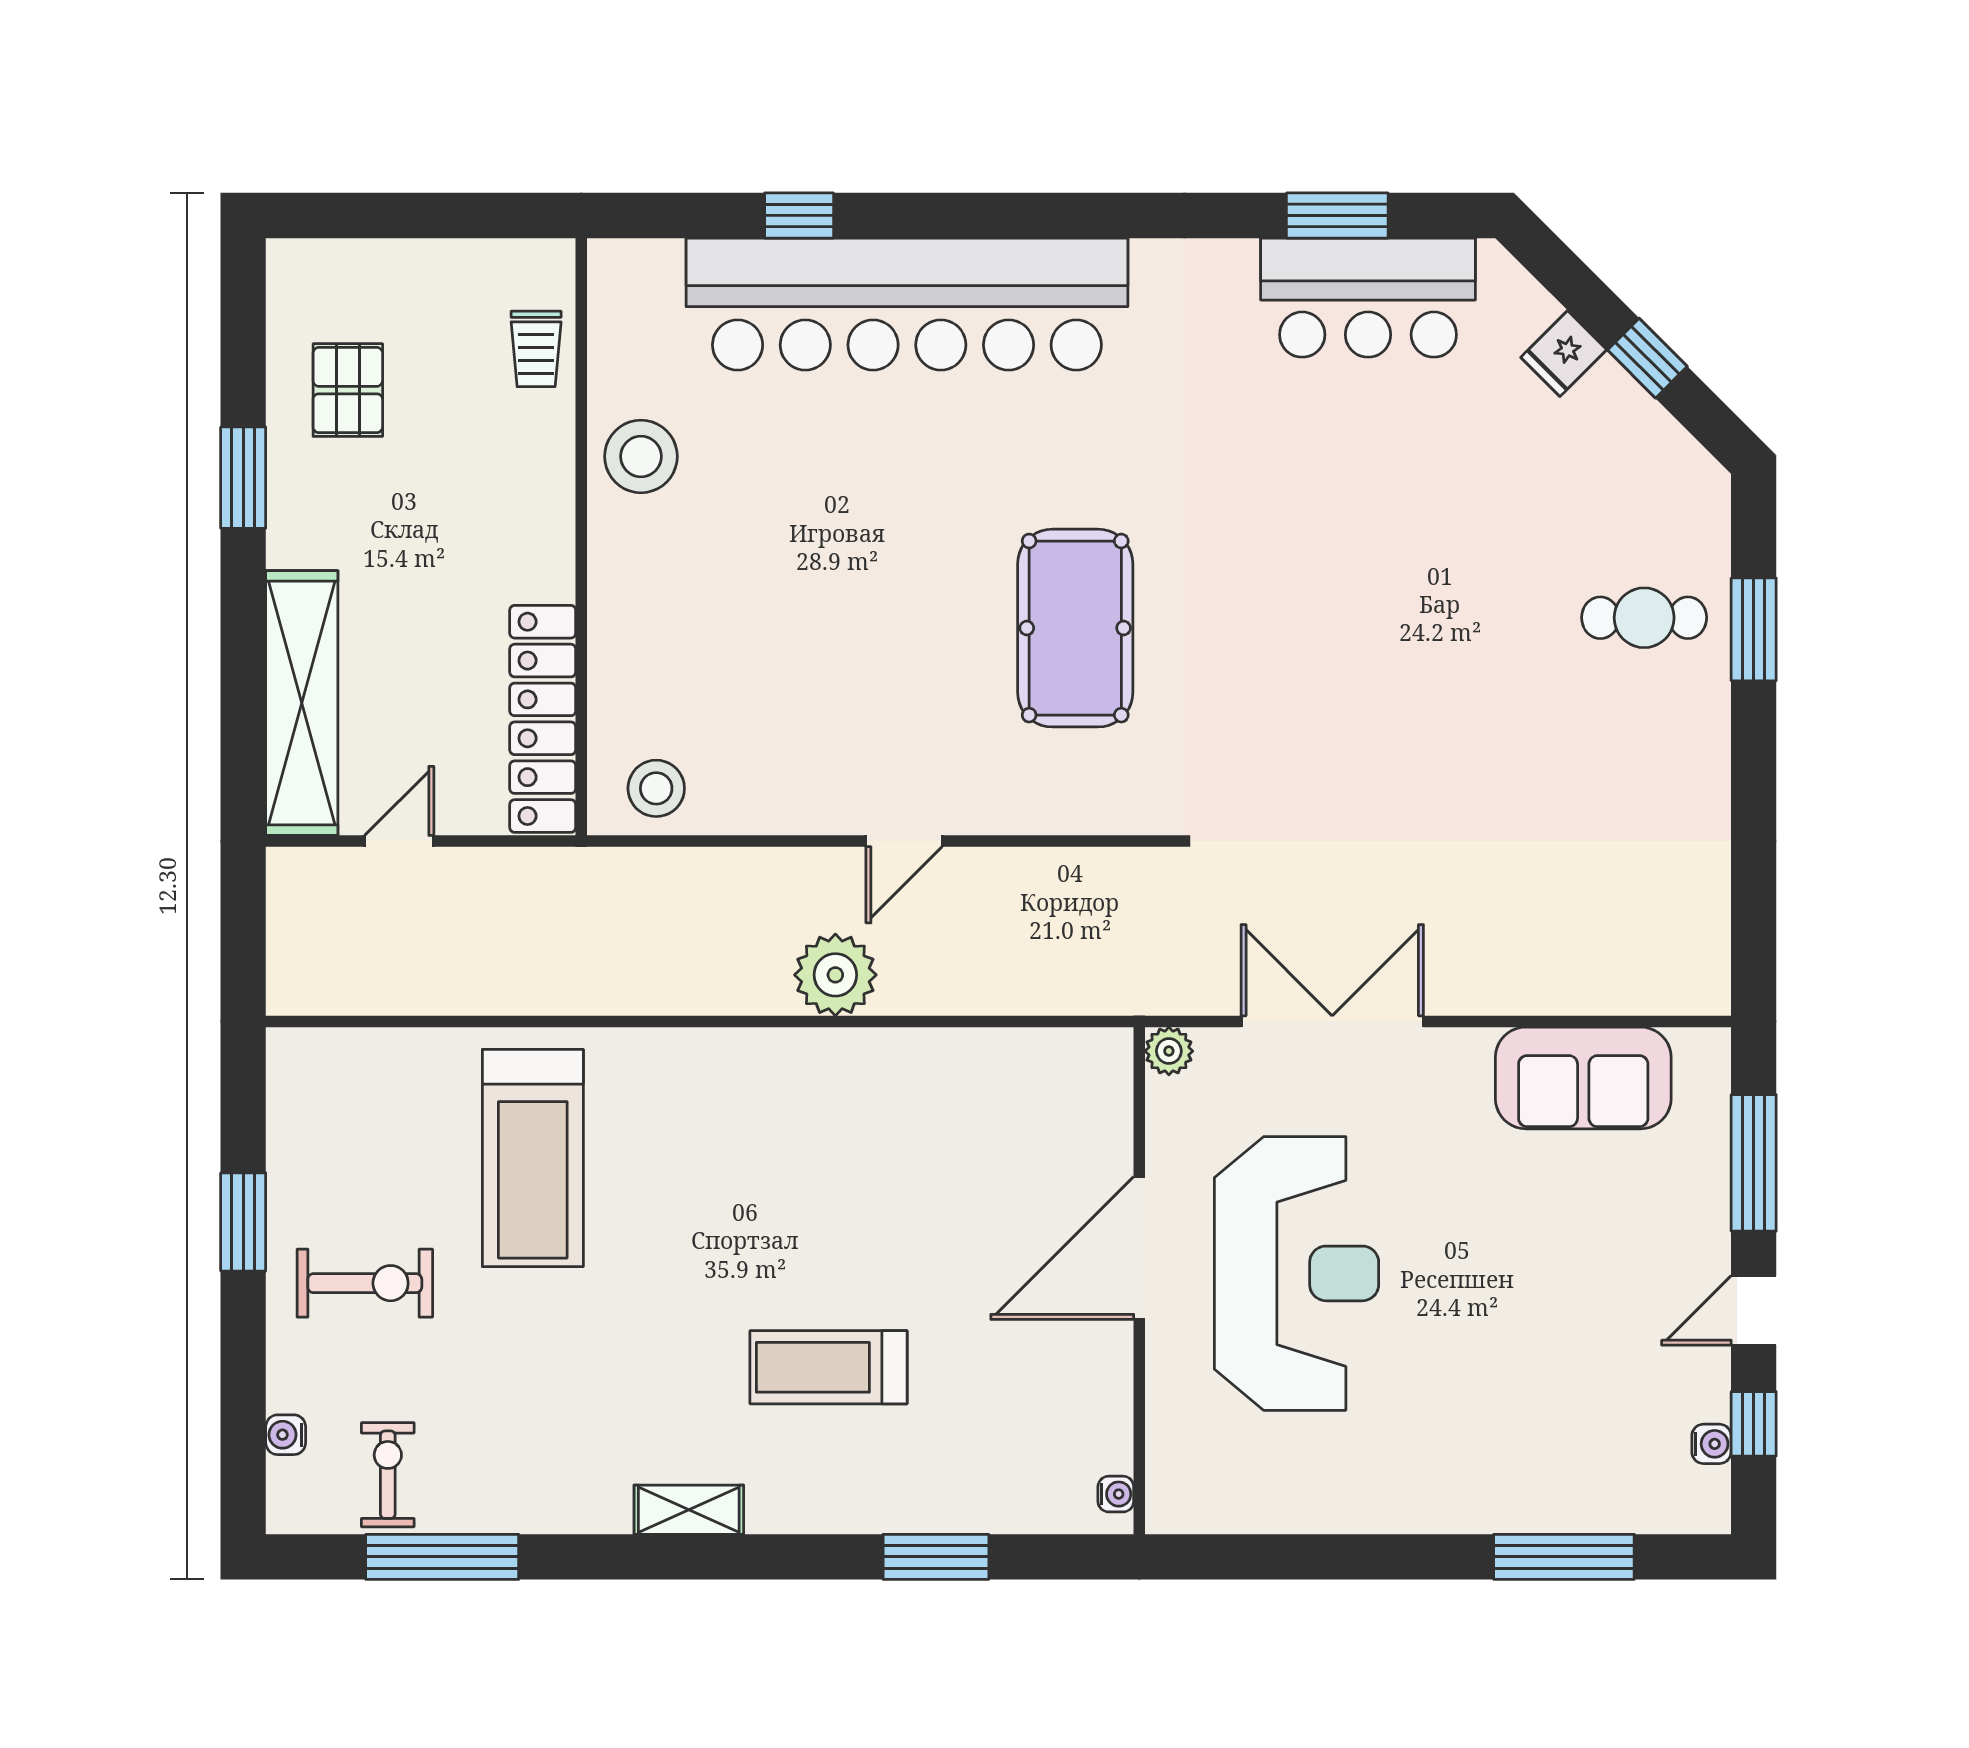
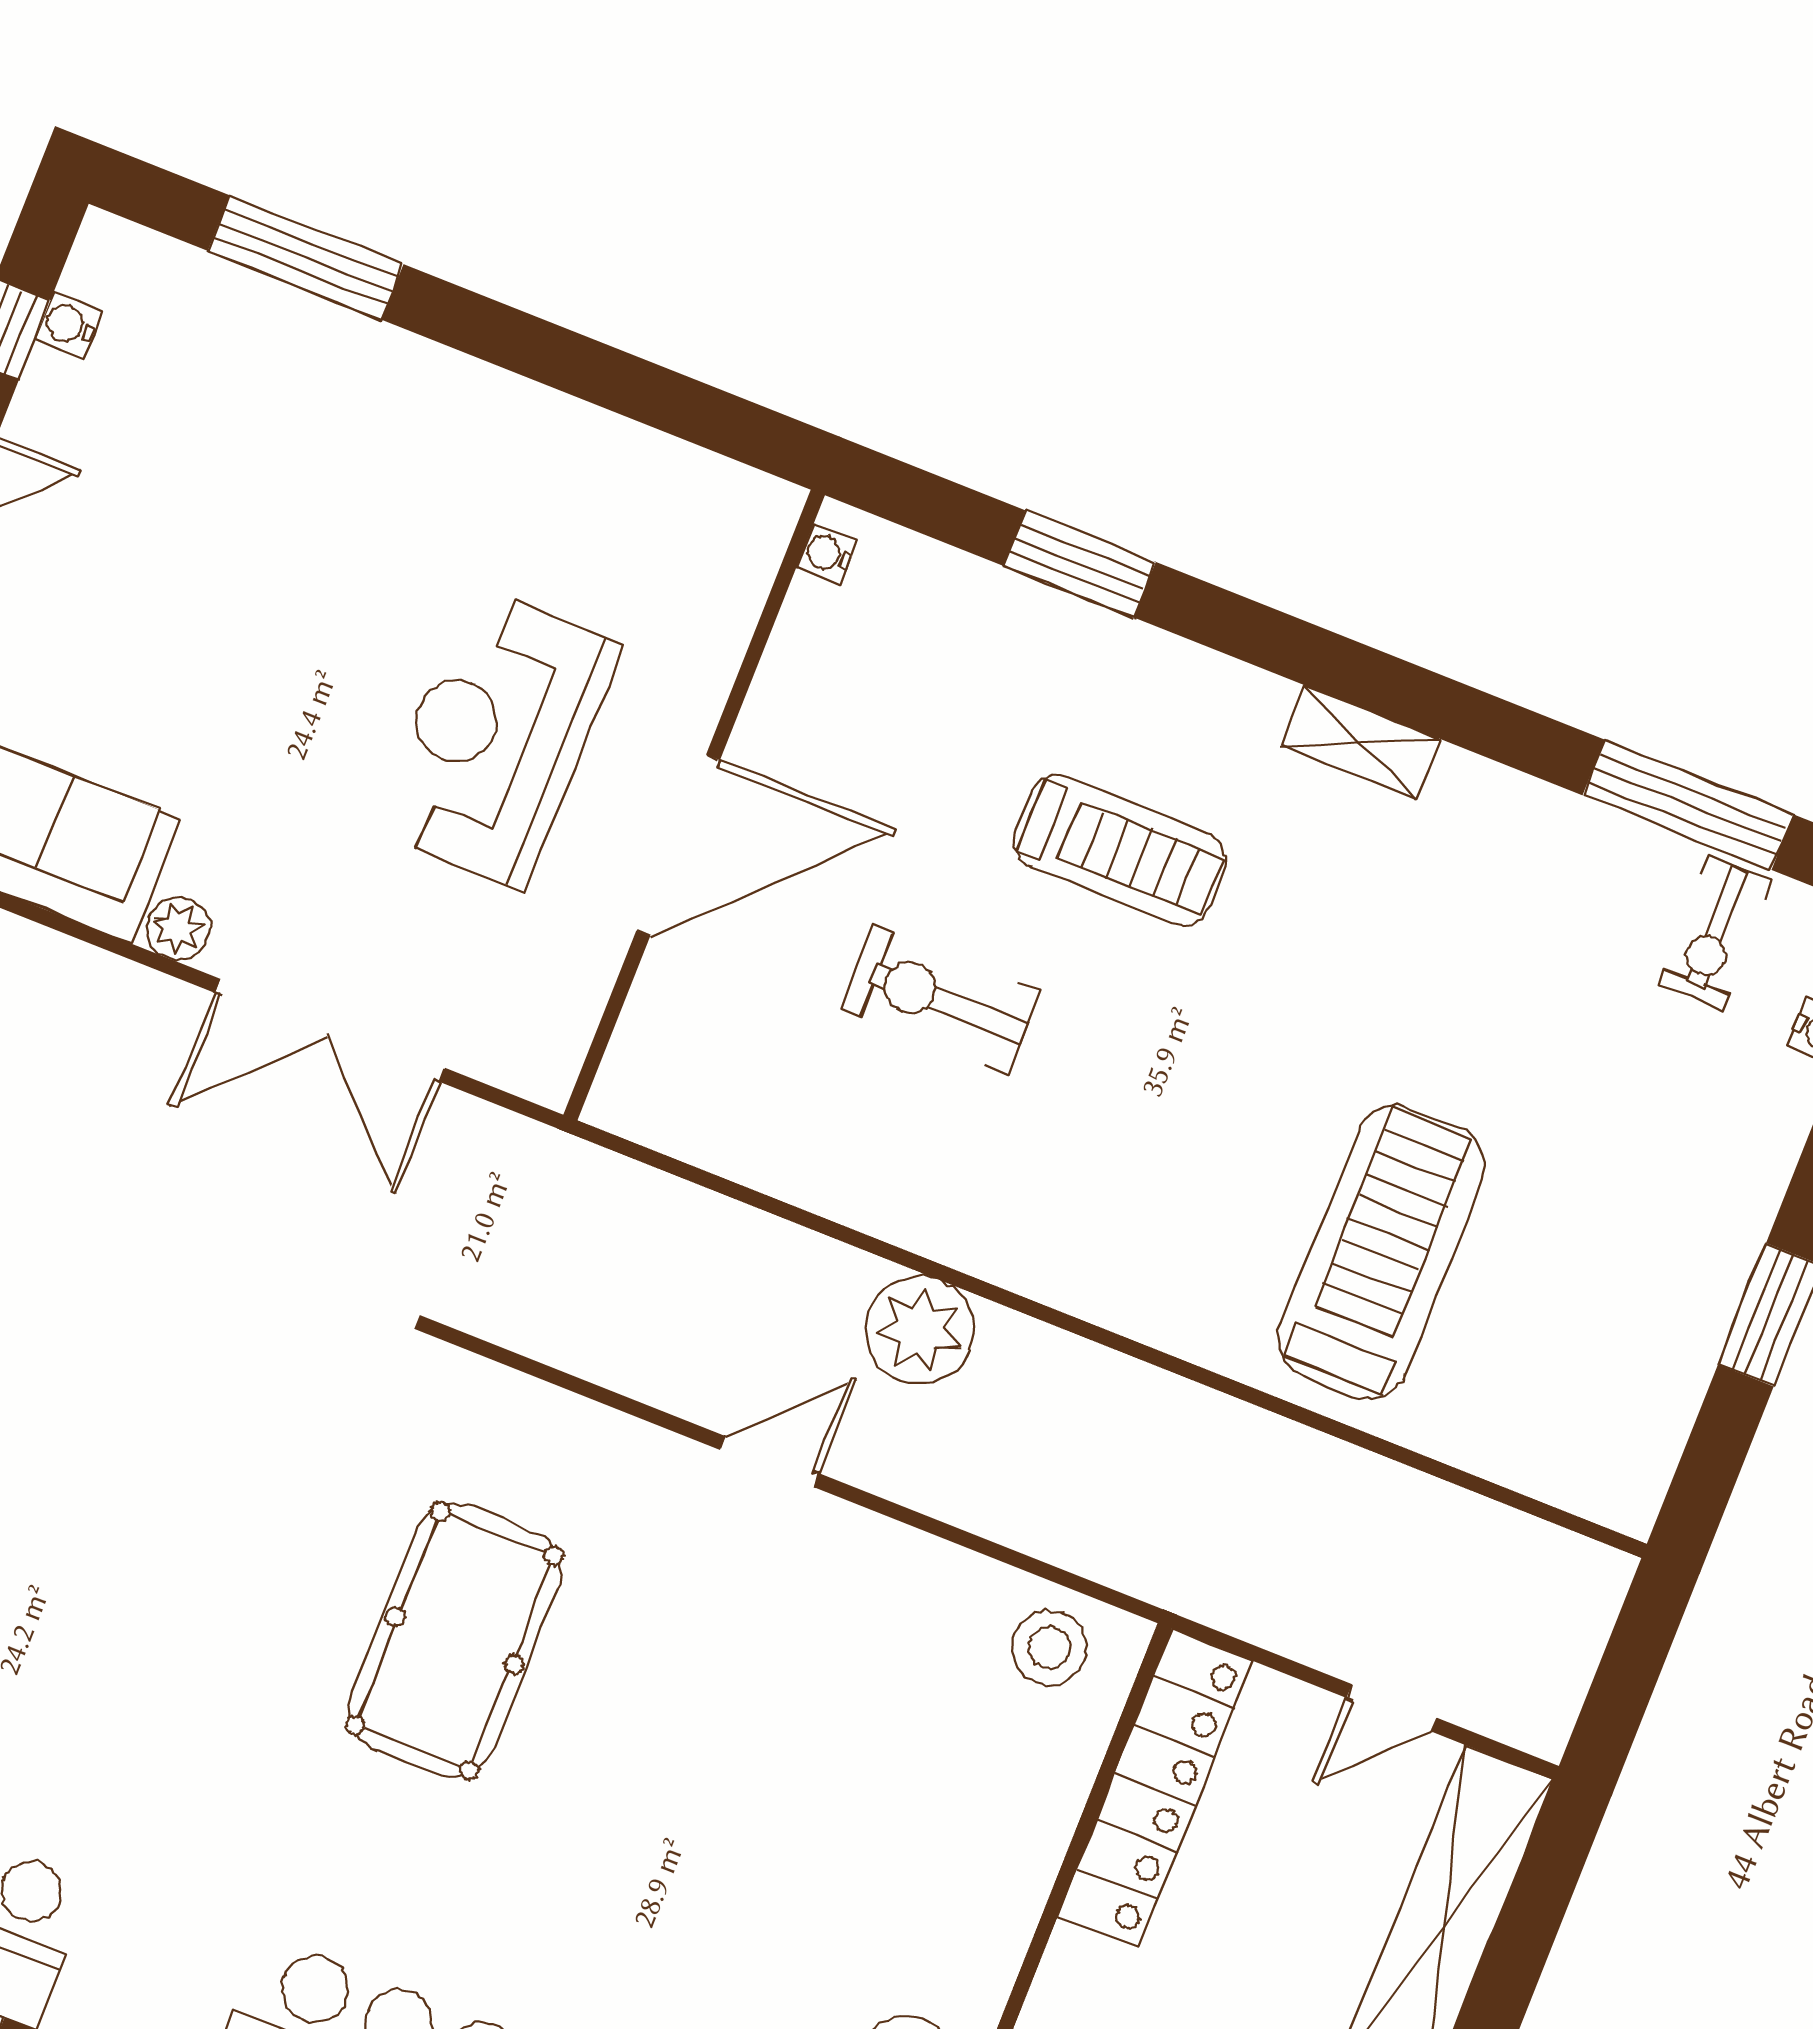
plant: (1169, 1051) -> (178, 928), moved
reception desk: (1296, 1273) -> (497, 737), width x0.74, depth x0.77
exercise bike: (365, 1283) -> (940, 999), moved

